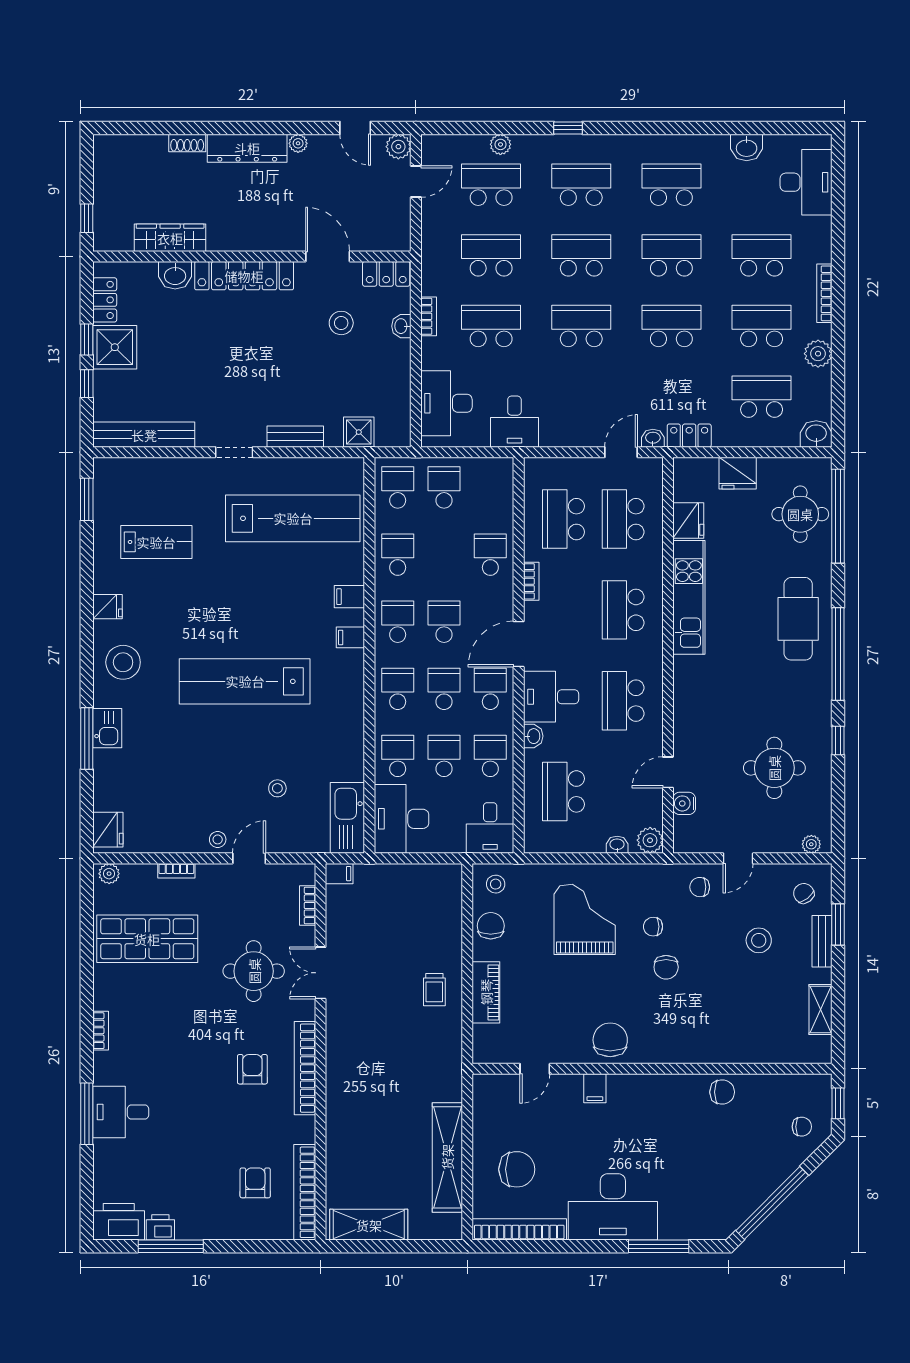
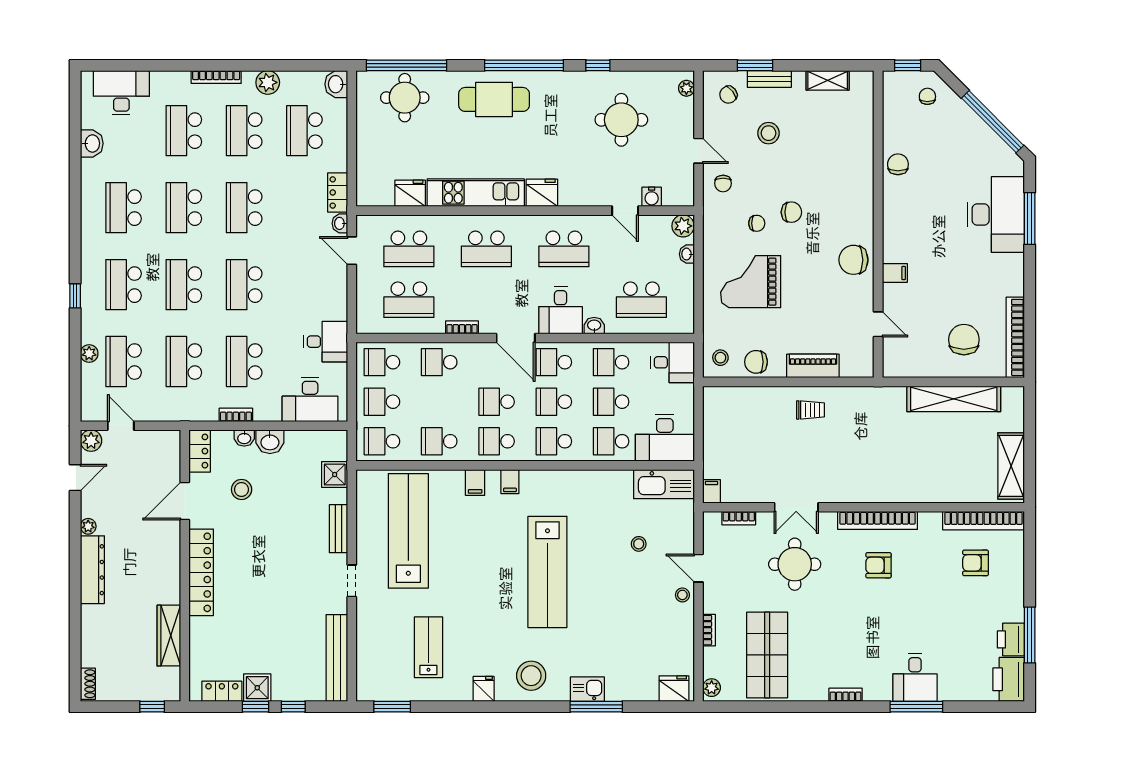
shoe rack: (187, 143) -> (88, 684), moved
washbasin: (175, 275) -> (270, 442), moved, turned 90
shower: (115, 347) -> (257, 688), width x0.73, depth x0.73
fridge: (738, 473) -> (542, 193), moved, turned -90
school desk: (490, 488) -> (382, 362), added
chair: (653, 927) -> (757, 223), turned -90
desk: (613, 1207) -> (996, 215), moved
printer: (160, 1227) -> (1011, 639), width x1.36, depth x1.24

